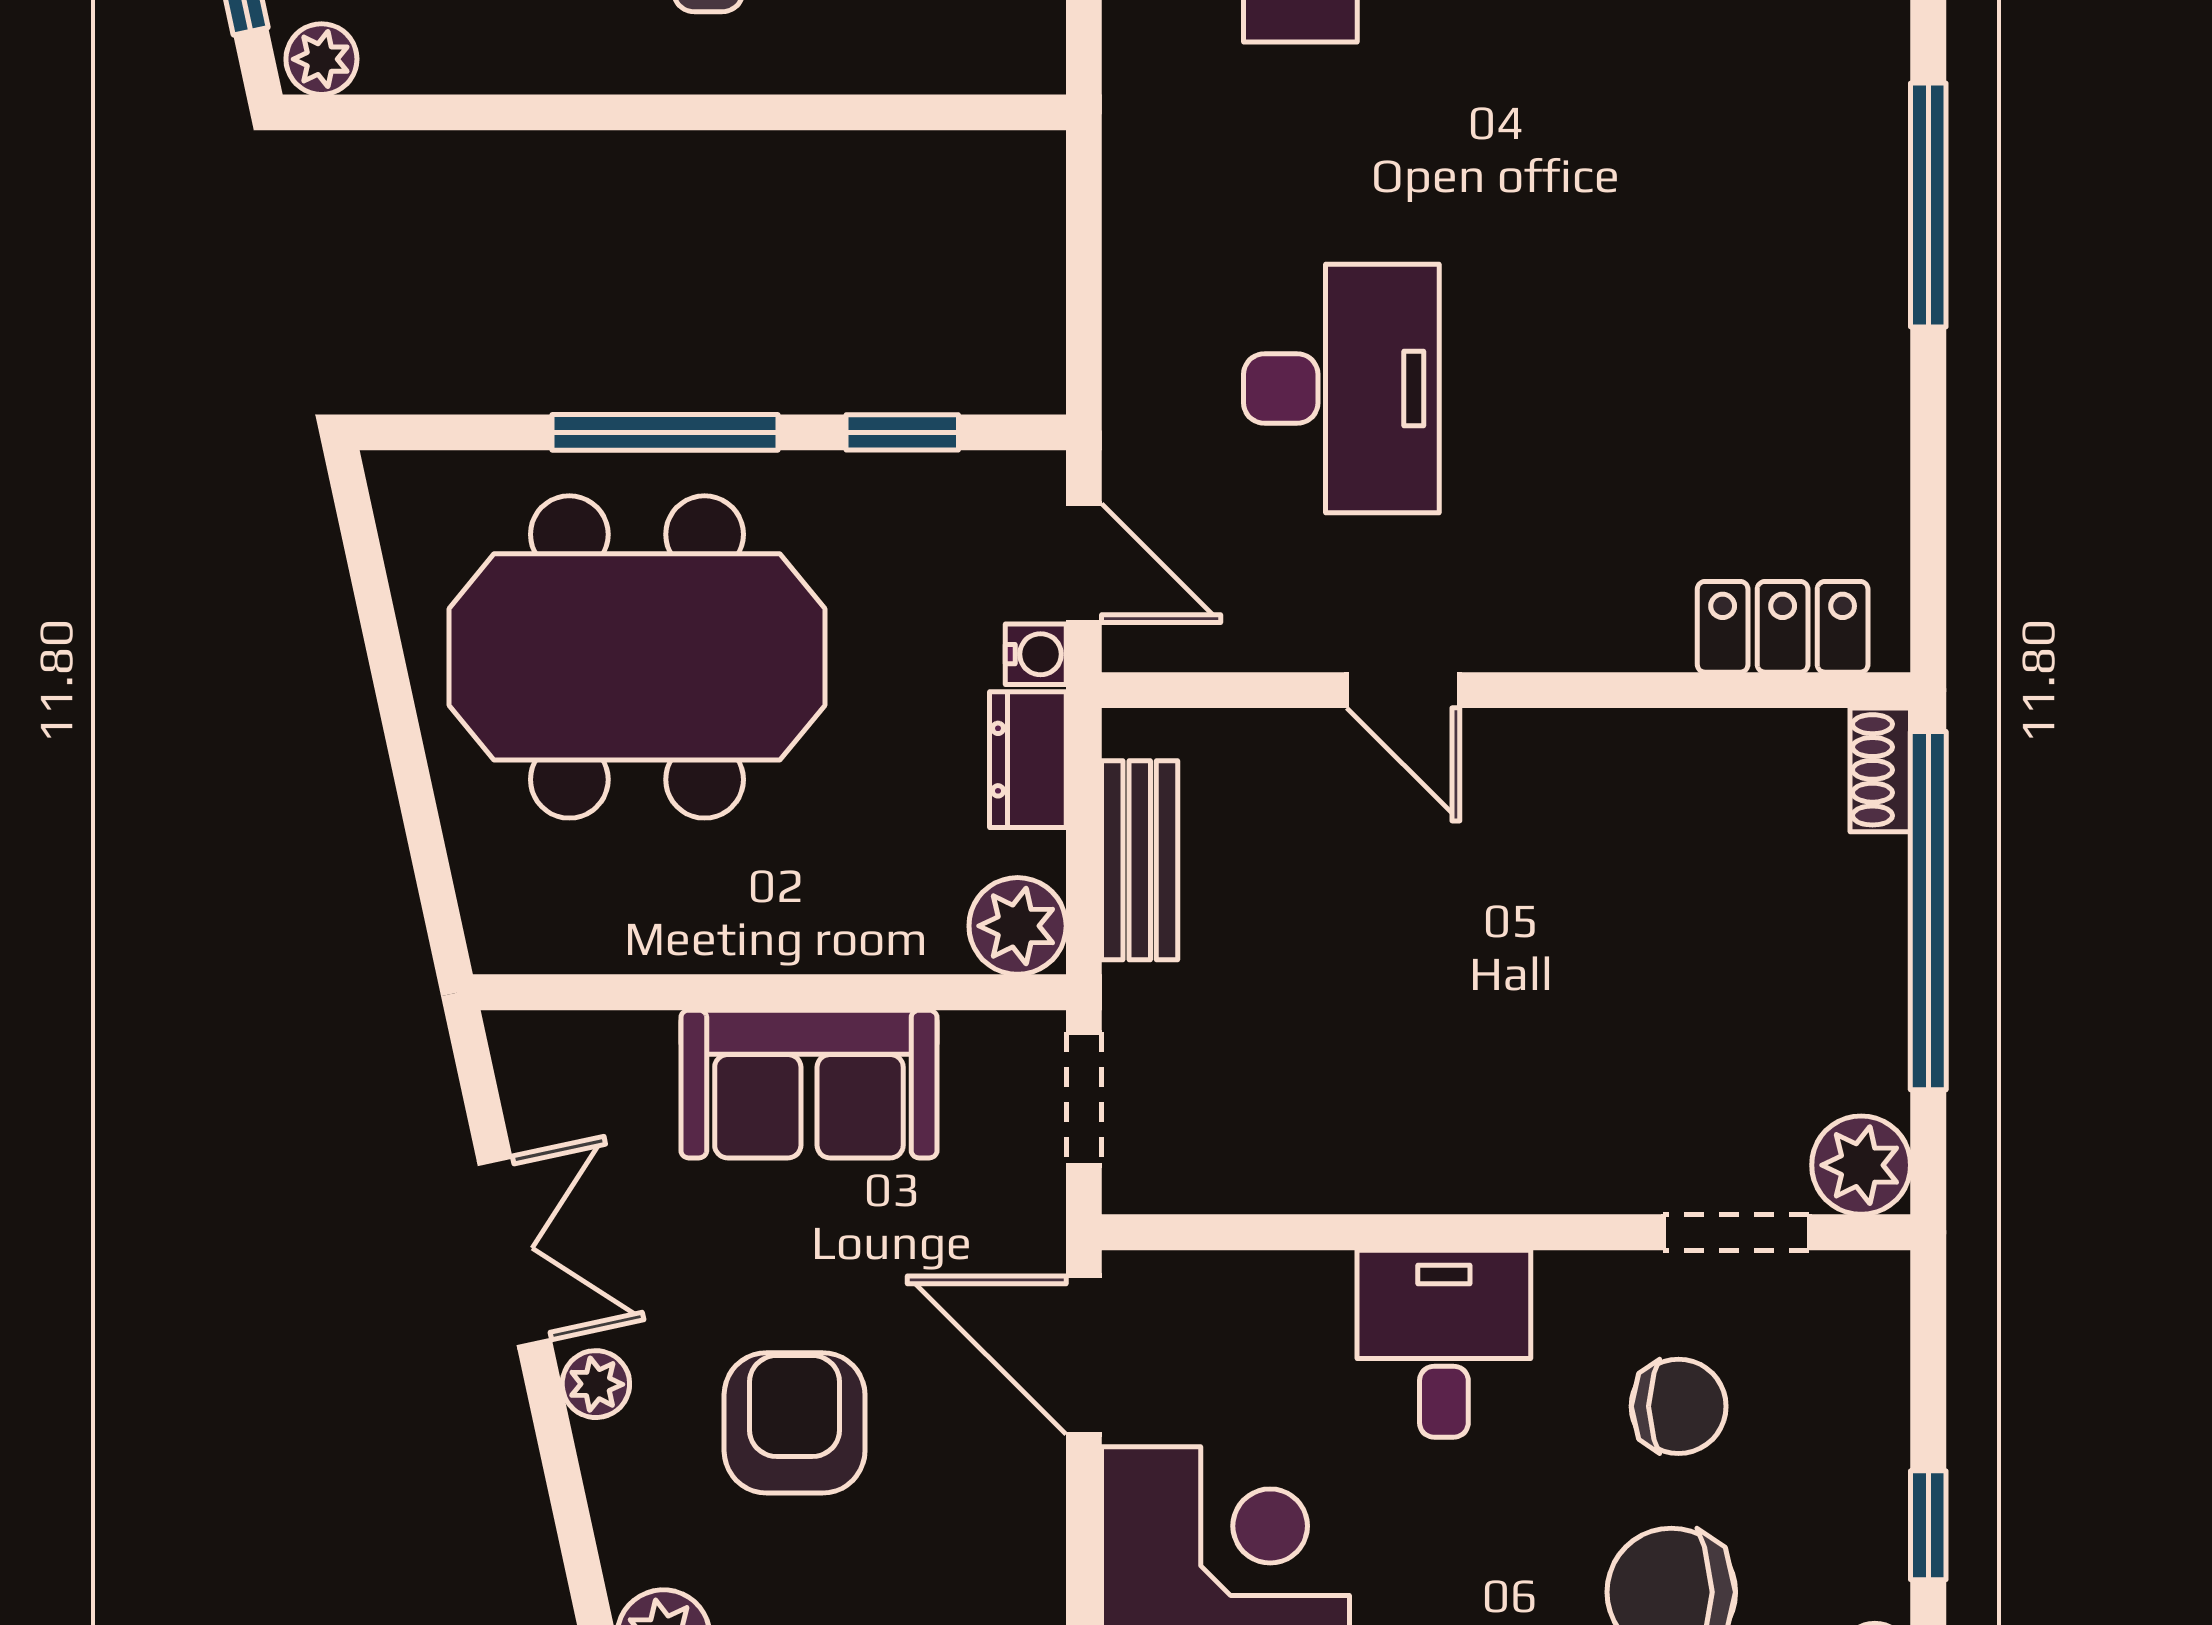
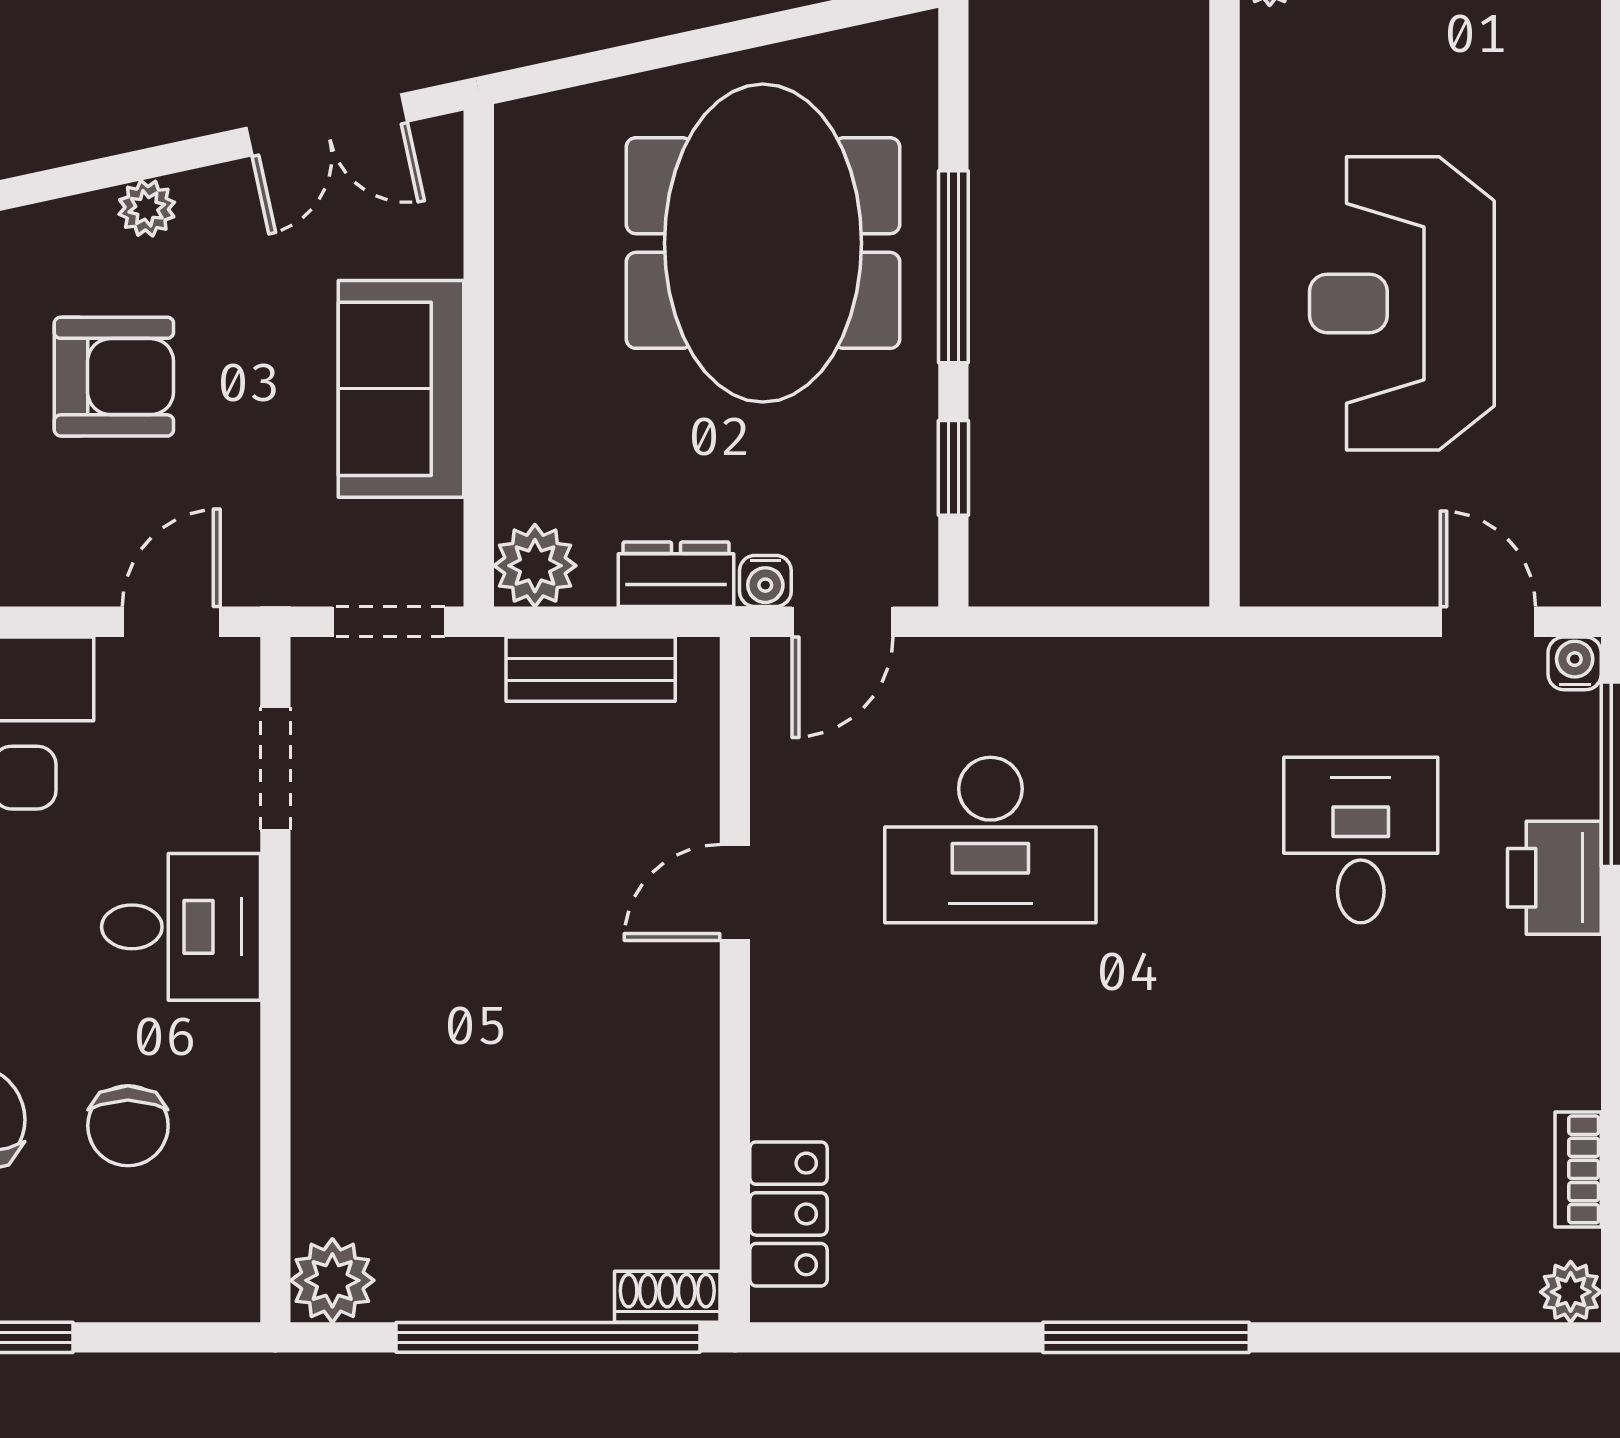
doorway: (1736, 1232) -> (275, 768), moved
double door: (515, 1252) -> (327, 125), moved
door: (1084, 1355) -> (171, 622), width x0.73

